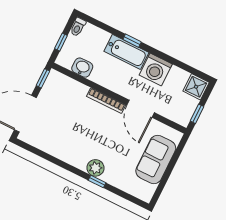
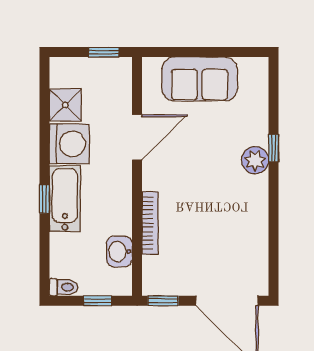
shower: (196, 87) -> (65, 105), moved
bookcase: (106, 101) -> (150, 223), moved

